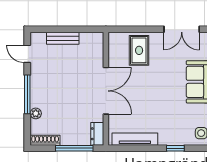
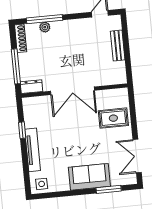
window: (27, 94) -> (44, 19), moved
tv unit: (135, 139) -> (33, 150), moved
window: (175, 148) -> (22, 130), moved

